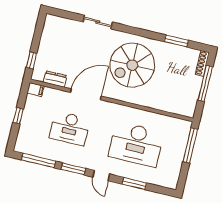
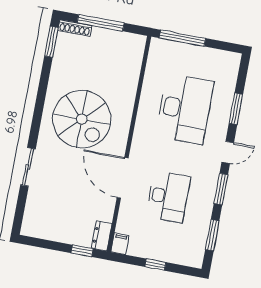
window: (176, 41) -> (51, 42), moved
dresser: (55, 79) -> (102, 236), moved
window: (38, 160) -> (212, 235), width x0.69

